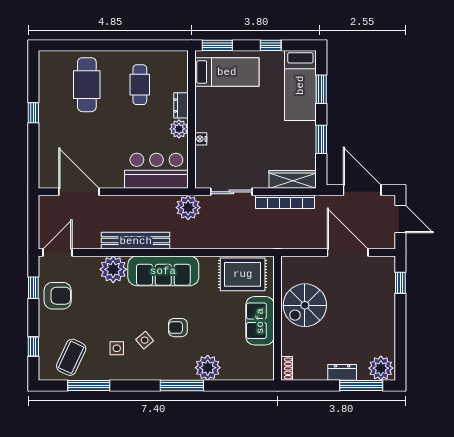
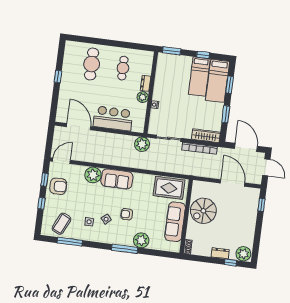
bed: (227, 72) -> (199, 77), moved, turned 90
bar counter: (156, 171) -> (113, 118), moved
bench: (136, 241) -> (108, 160), removed
sofa: (163, 271) -> (117, 179), width x0.73
sofa: (260, 321) -> (175, 222), width x1.36
window: (33, 347) -> (41, 203), moved
window: (361, 385) -> (230, 263), width x0.46

